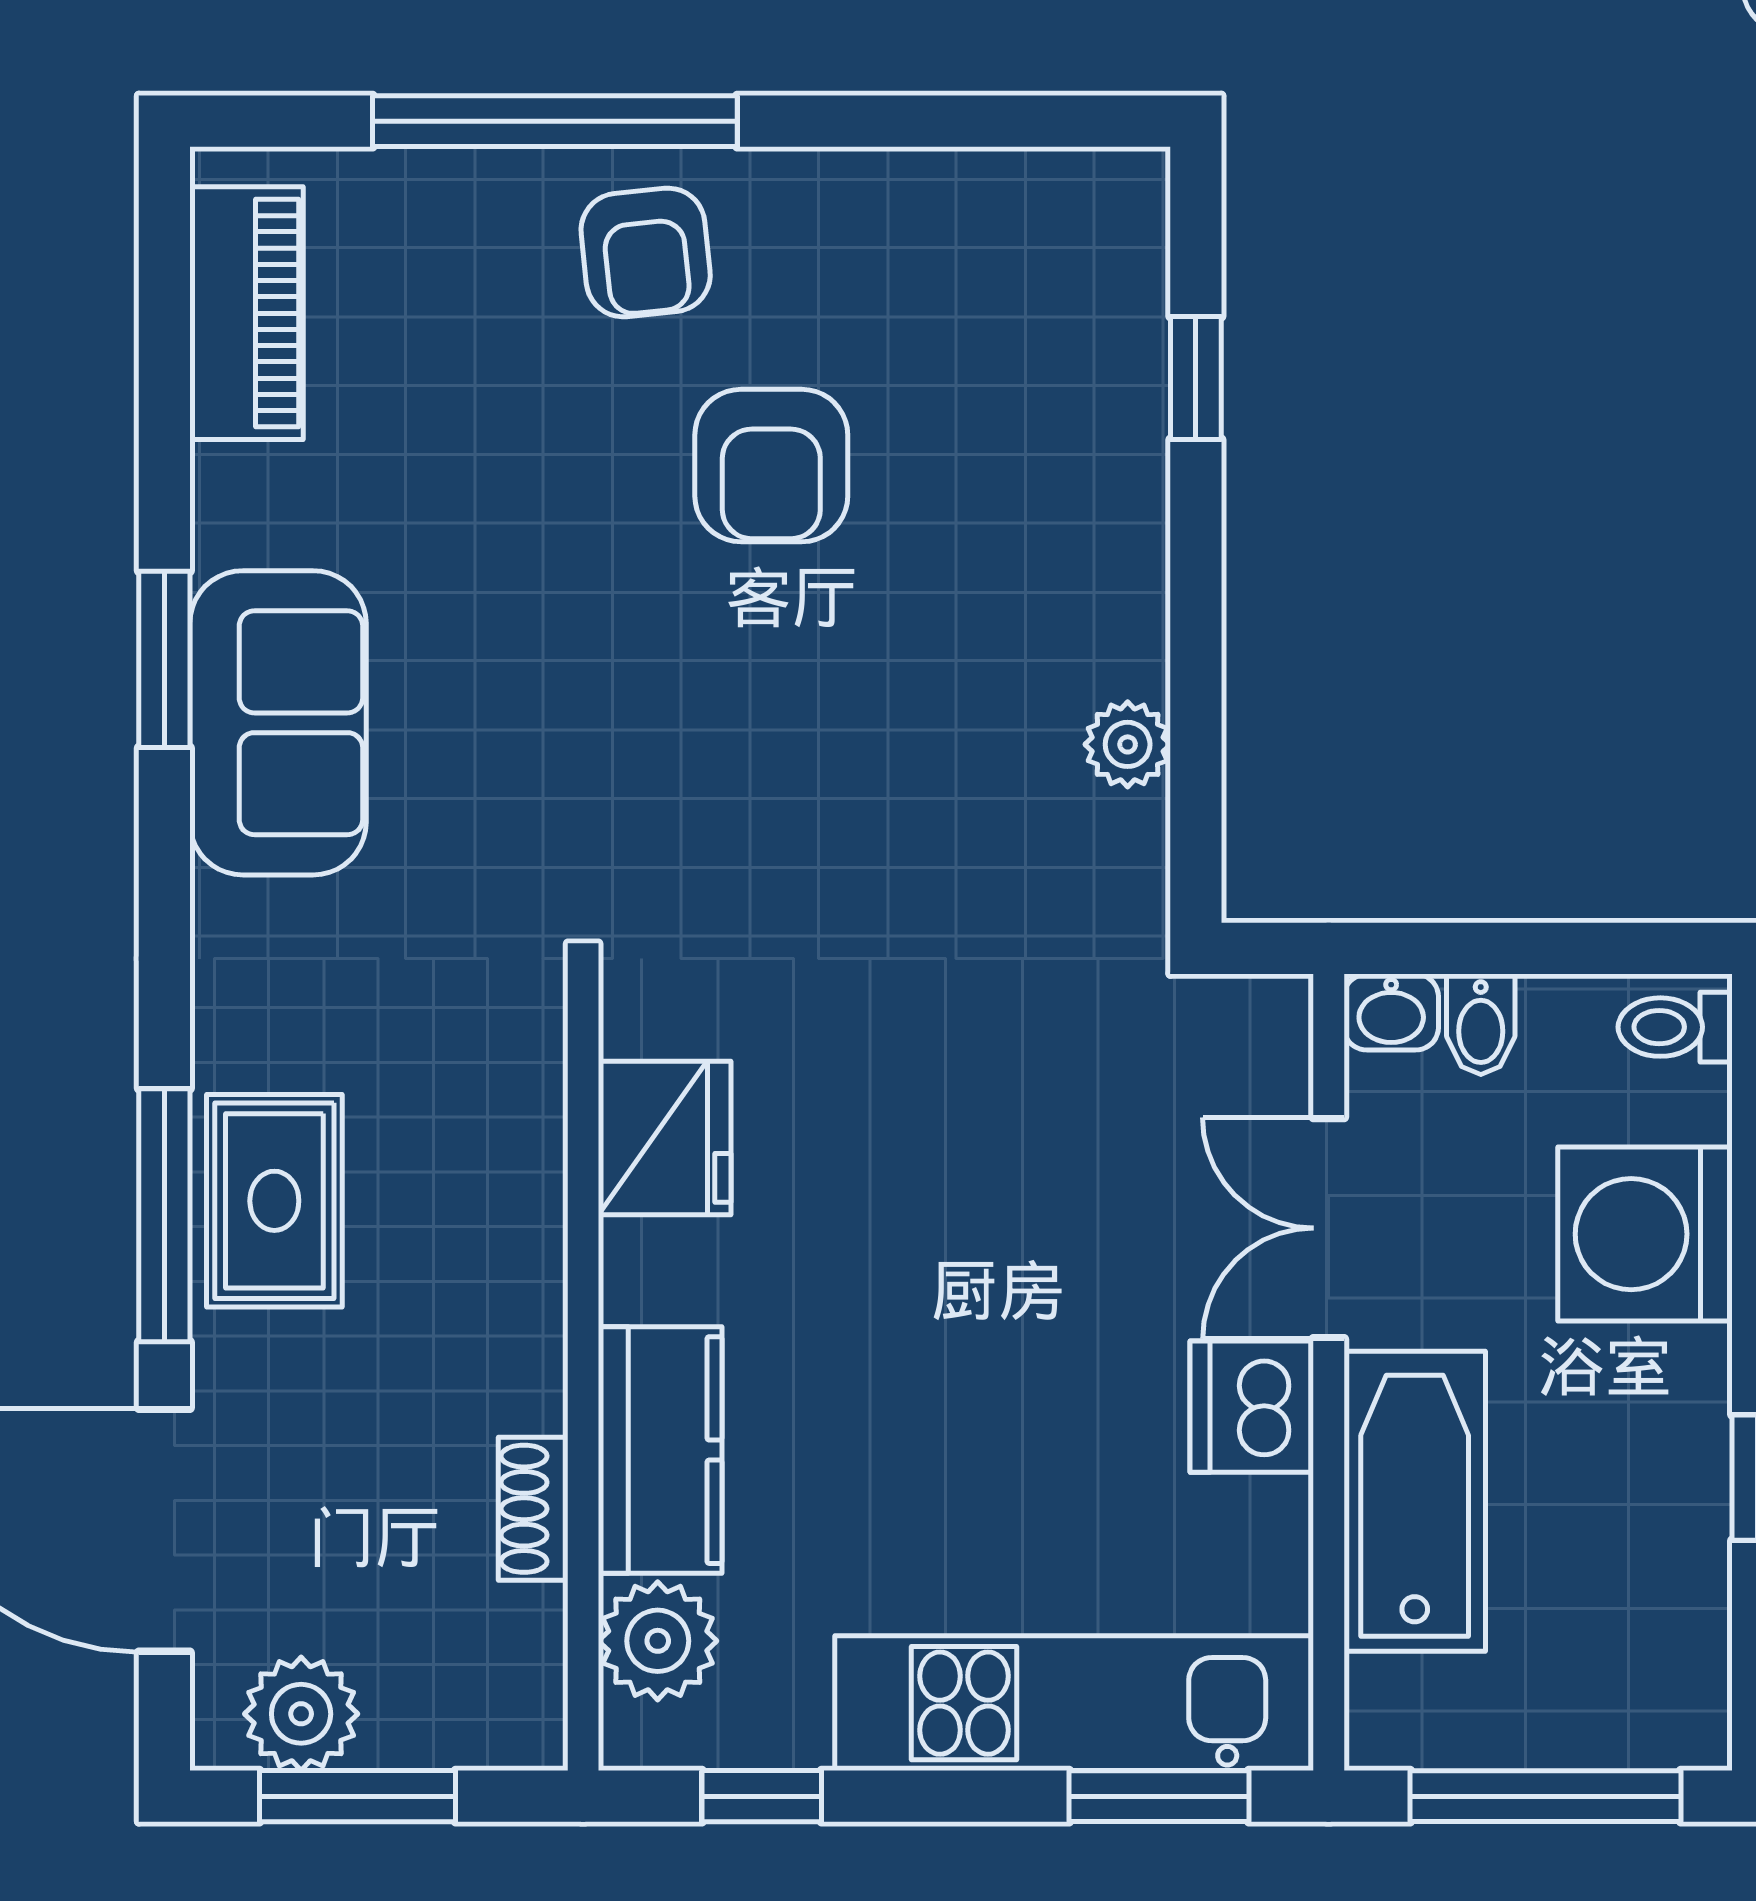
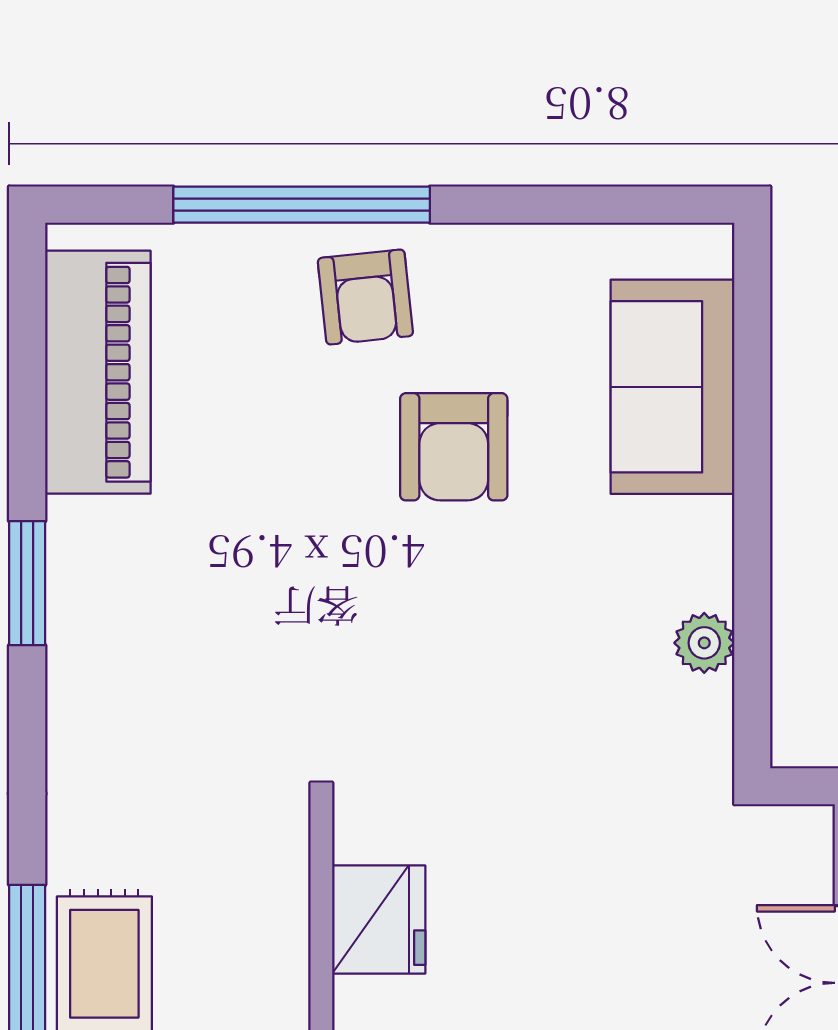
piano: (247, 313) -> (98, 372), width x1.37, depth x1.33
window: (1196, 378) -> (752, 385), removed
sofa: (278, 723) -> (672, 387), moved, turned 180

